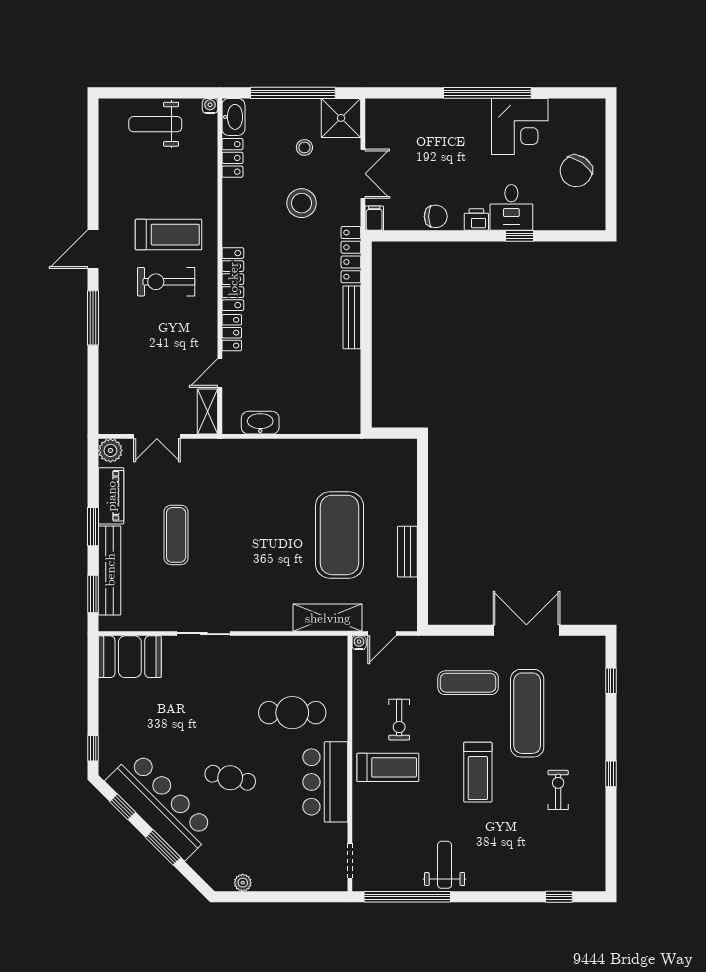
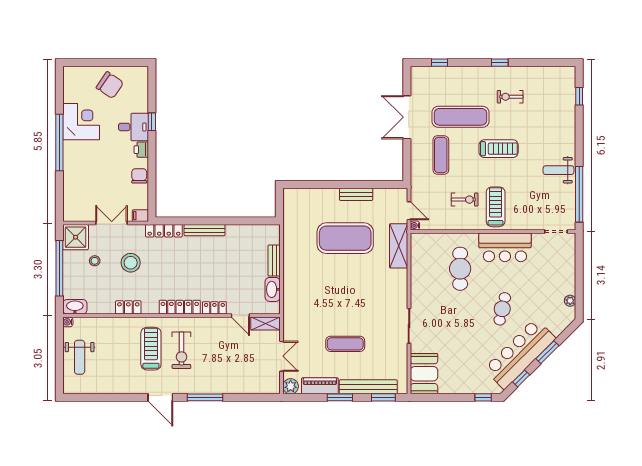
locker: (232, 158) -> (128, 307), moved
bench: (305, 425) -> (274, 260), added

